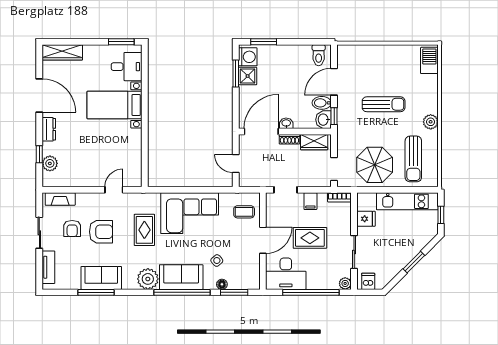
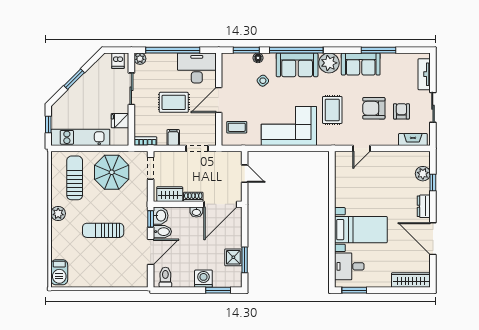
washing machine: (248, 57) -> (203, 279), moved, turned 90
sofa: (101, 278) -> (361, 64), moved

